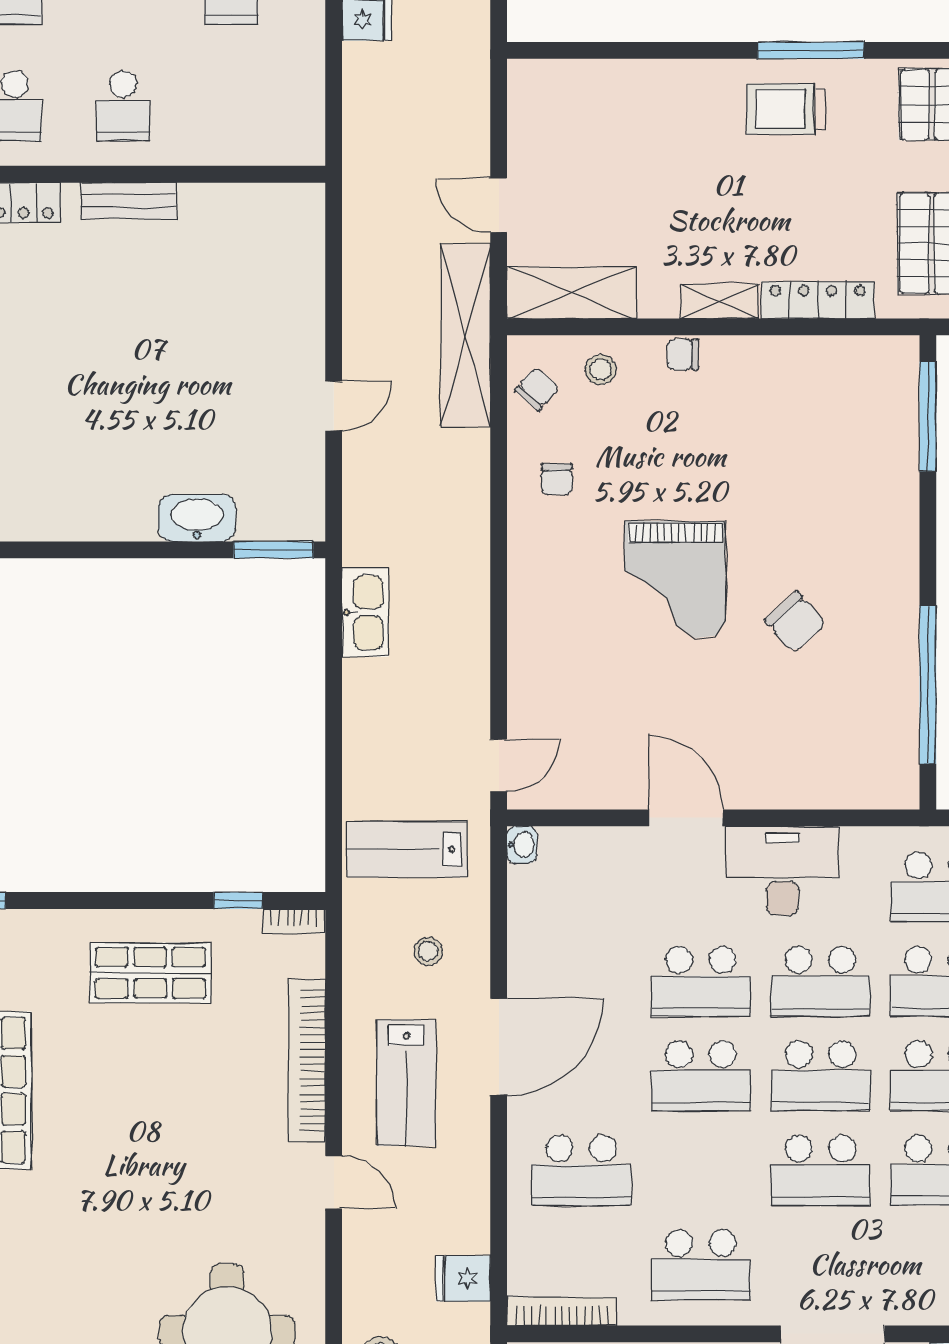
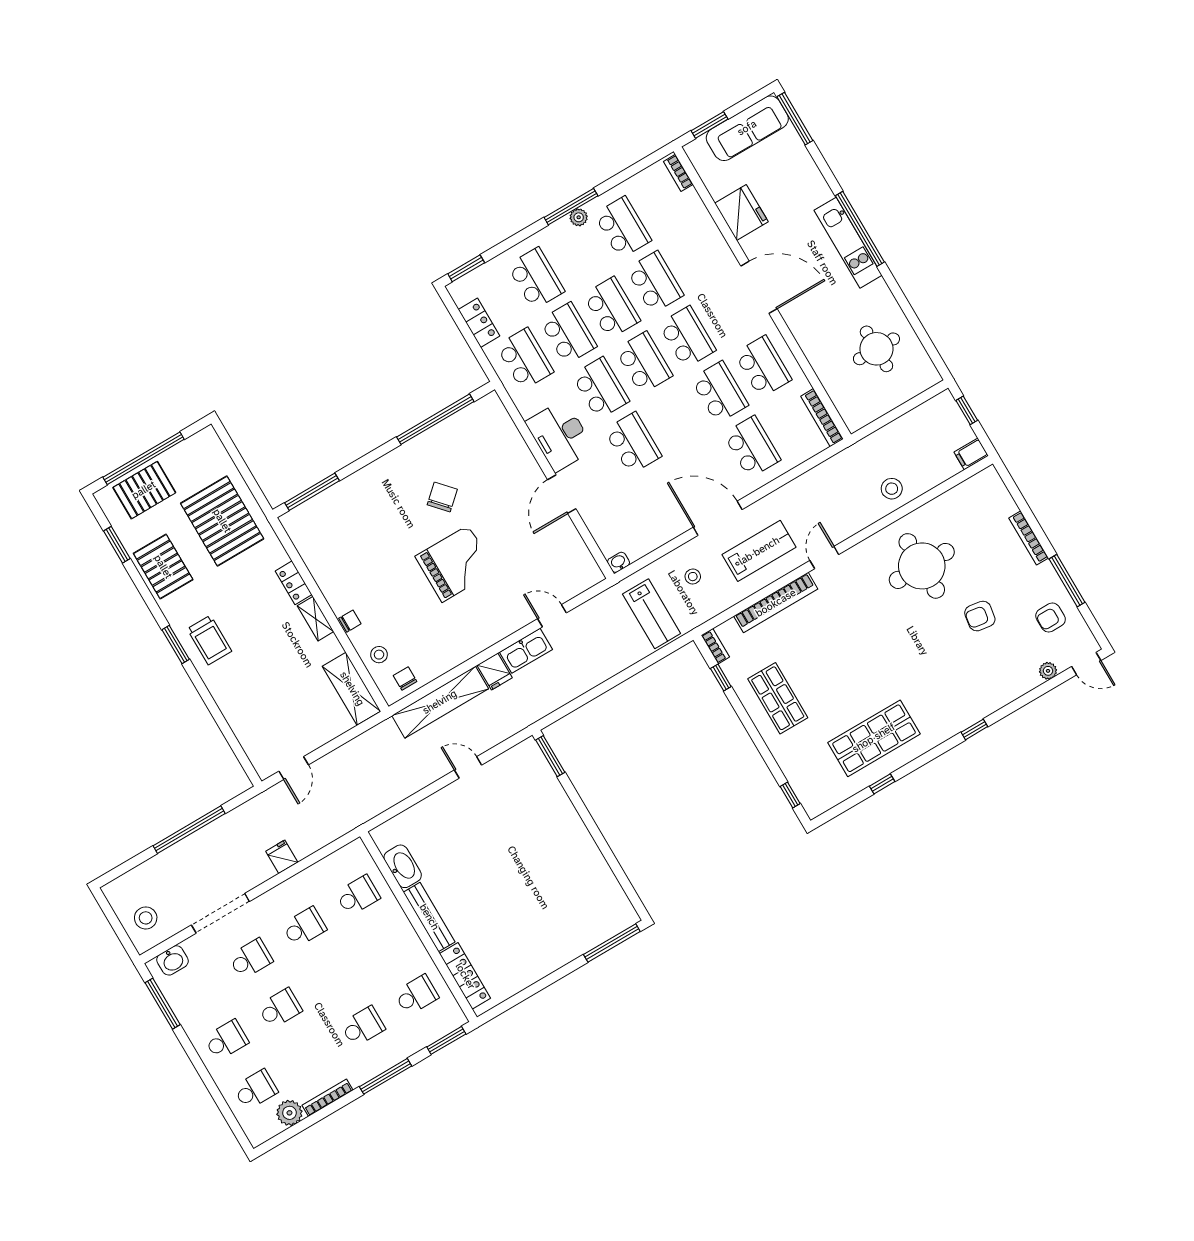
window: (811, 50) -> (176, 644), width x0.69
school desk: (123, 106) -> (358, 896), moved
bench: (129, 201) -> (429, 917), width x1.36
door: (499, 205) -> (294, 768), moved
locker: (818, 300) -> (294, 583), width x0.66
shelving: (465, 335) -> (440, 702), moved
chair: (683, 354) -> (350, 621), turned -90
chair: (537, 389) -> (405, 679), turned 48
chair: (557, 479) -> (441, 645), removed
washbasin: (197, 518) -> (403, 866), moved, turned 180
kitchen sink: (365, 613) -> (526, 651), moved, turned 180
door: (499, 766) -> (552, 616), moved
school desk: (701, 1076) -> (720, 392), moved
fridge: (463, 1279) -> (495, 672), moved

